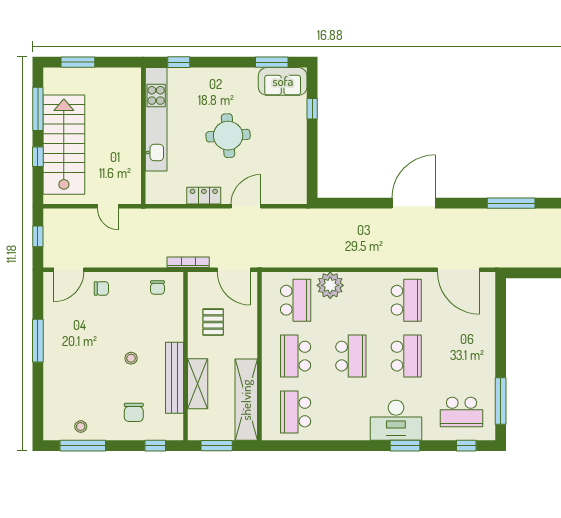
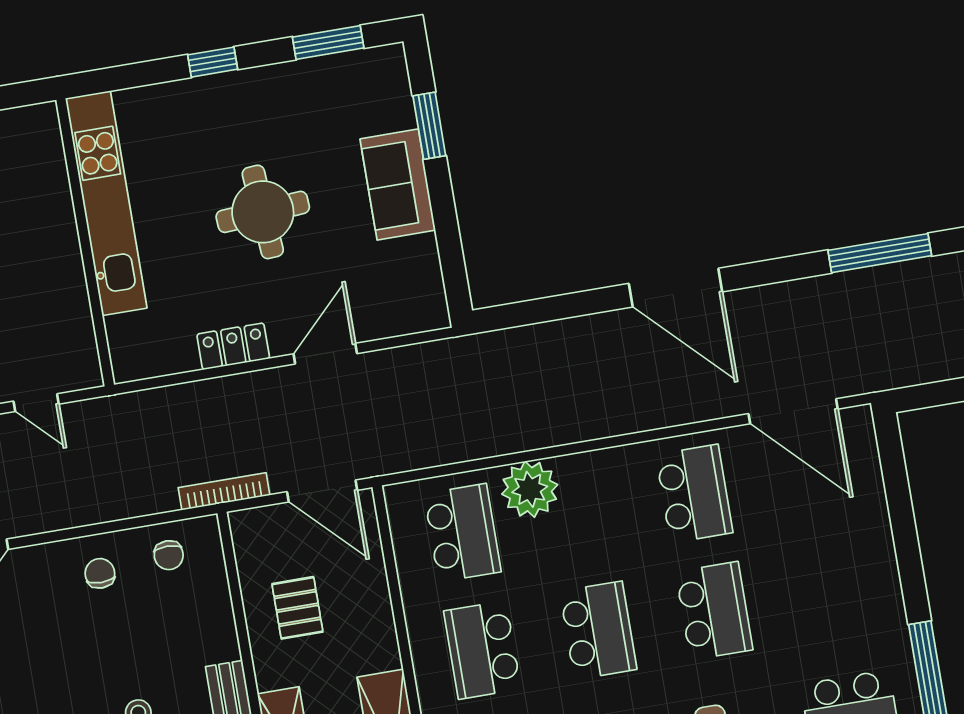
window: (179, 62) -> (213, 62), moved
sofa: (283, 81) -> (398, 185), moved, turned 90
window: (312, 109) -> (429, 126), width x1.50
door: (414, 203) -> (675, 288), swing flipped
chair: (101, 288) -> (100, 573), moved, turned -90

